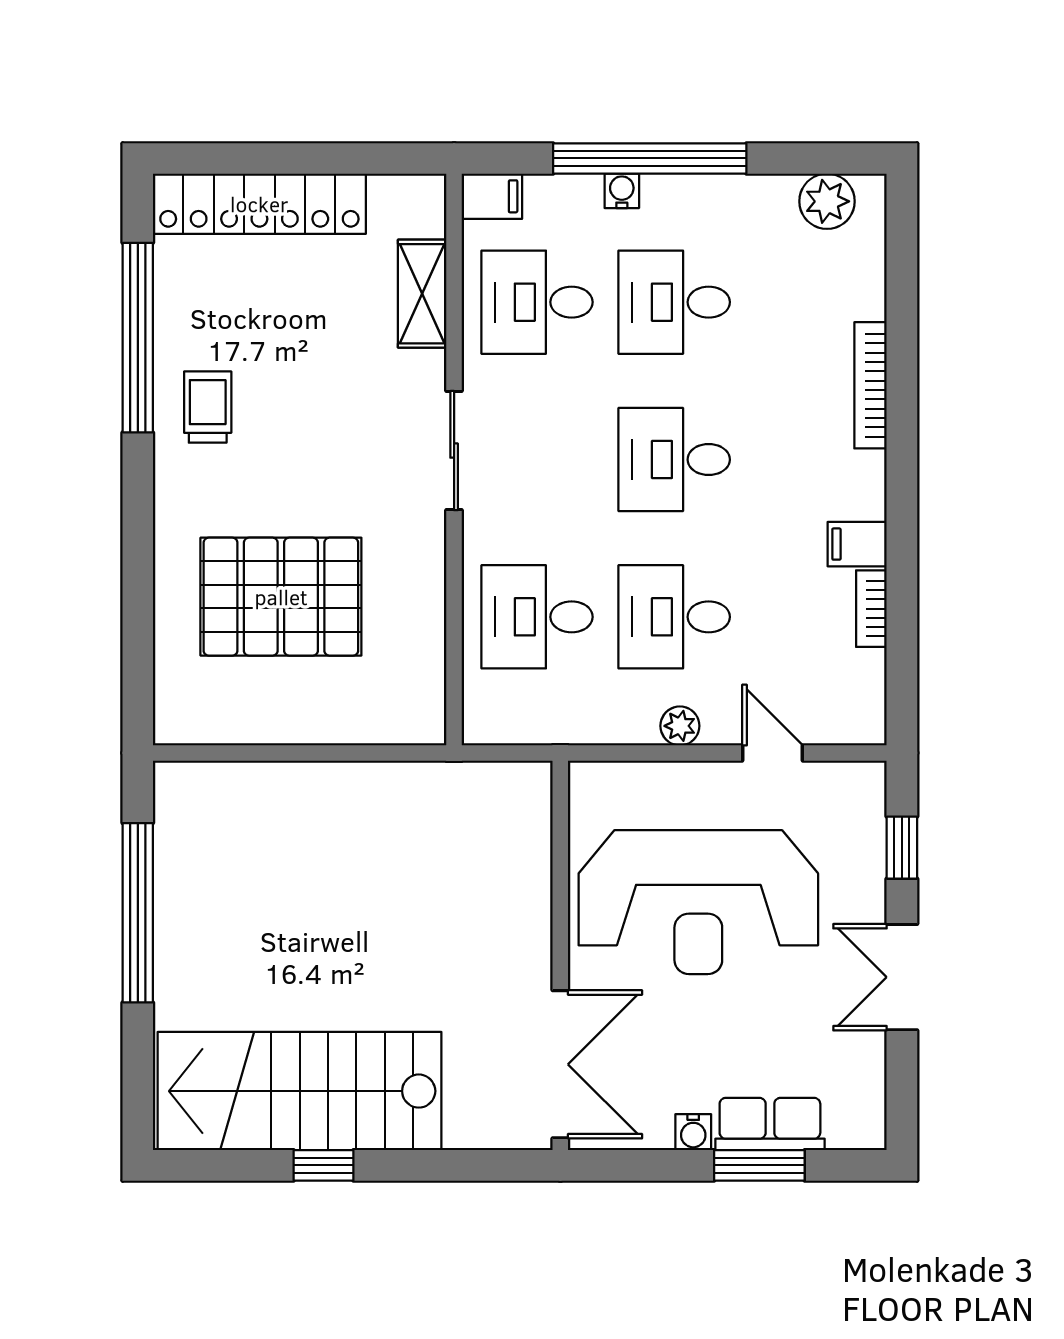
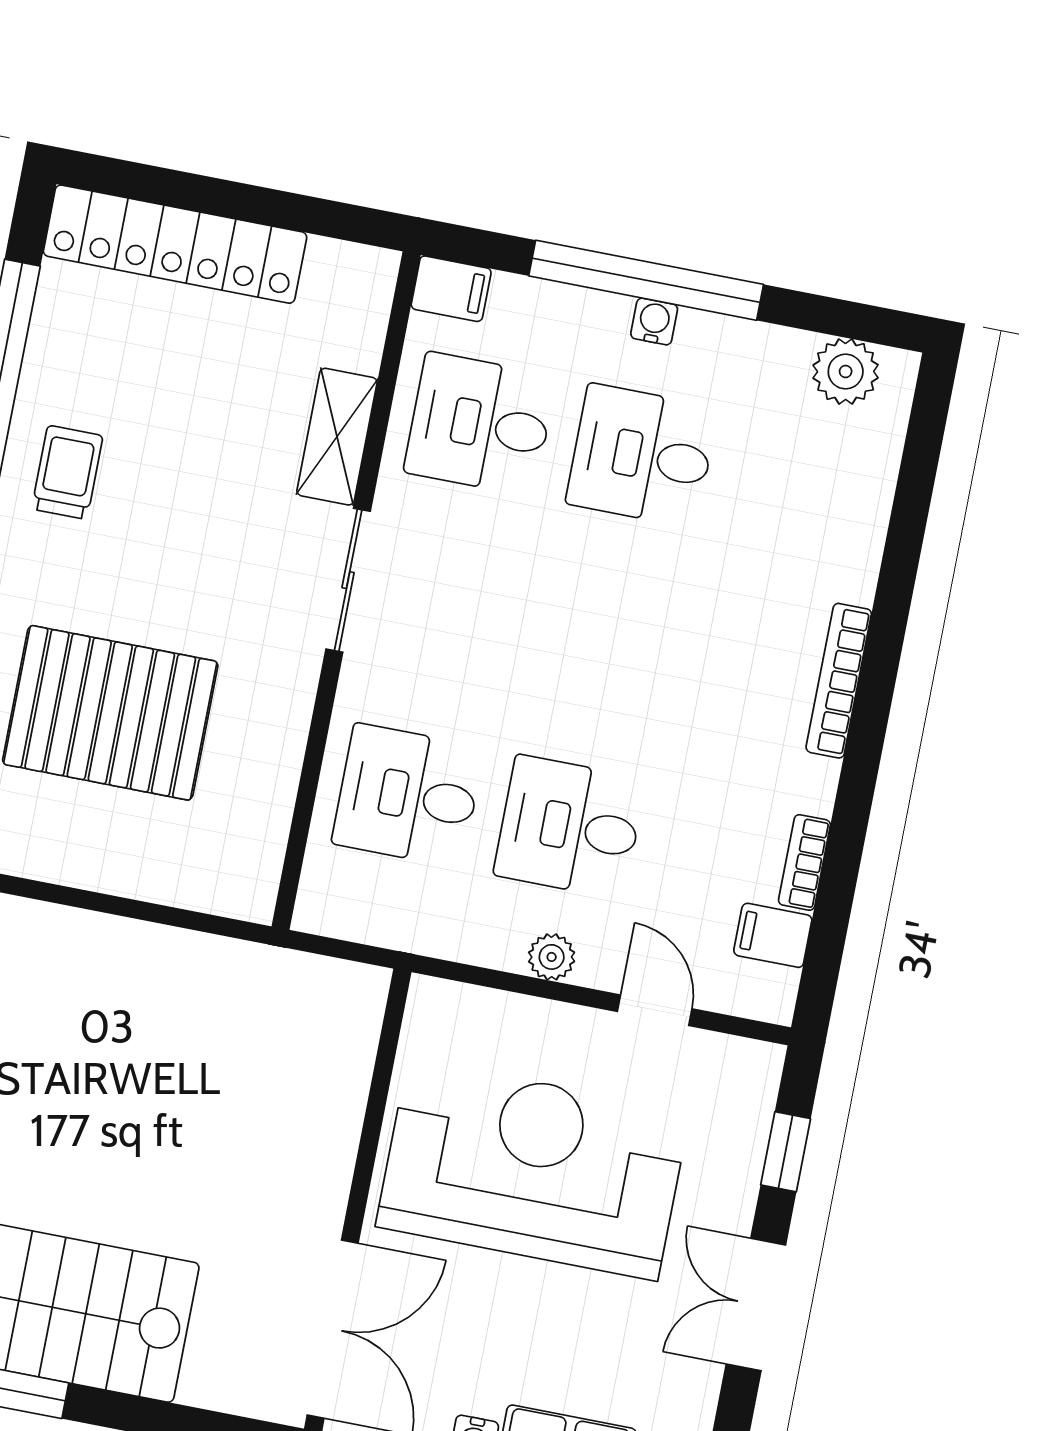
water cooler: (622, 191) -> (654, 321), moved
shelving: (422, 294) -> (337, 437), moved
bookcase: (871, 385) -> (839, 681), moved
desk: (674, 460) -> (606, 641), removed
filing cabinet: (857, 544) -> (773, 935), moved
reception desk: (698, 902) -> (533, 1169), turned 180

